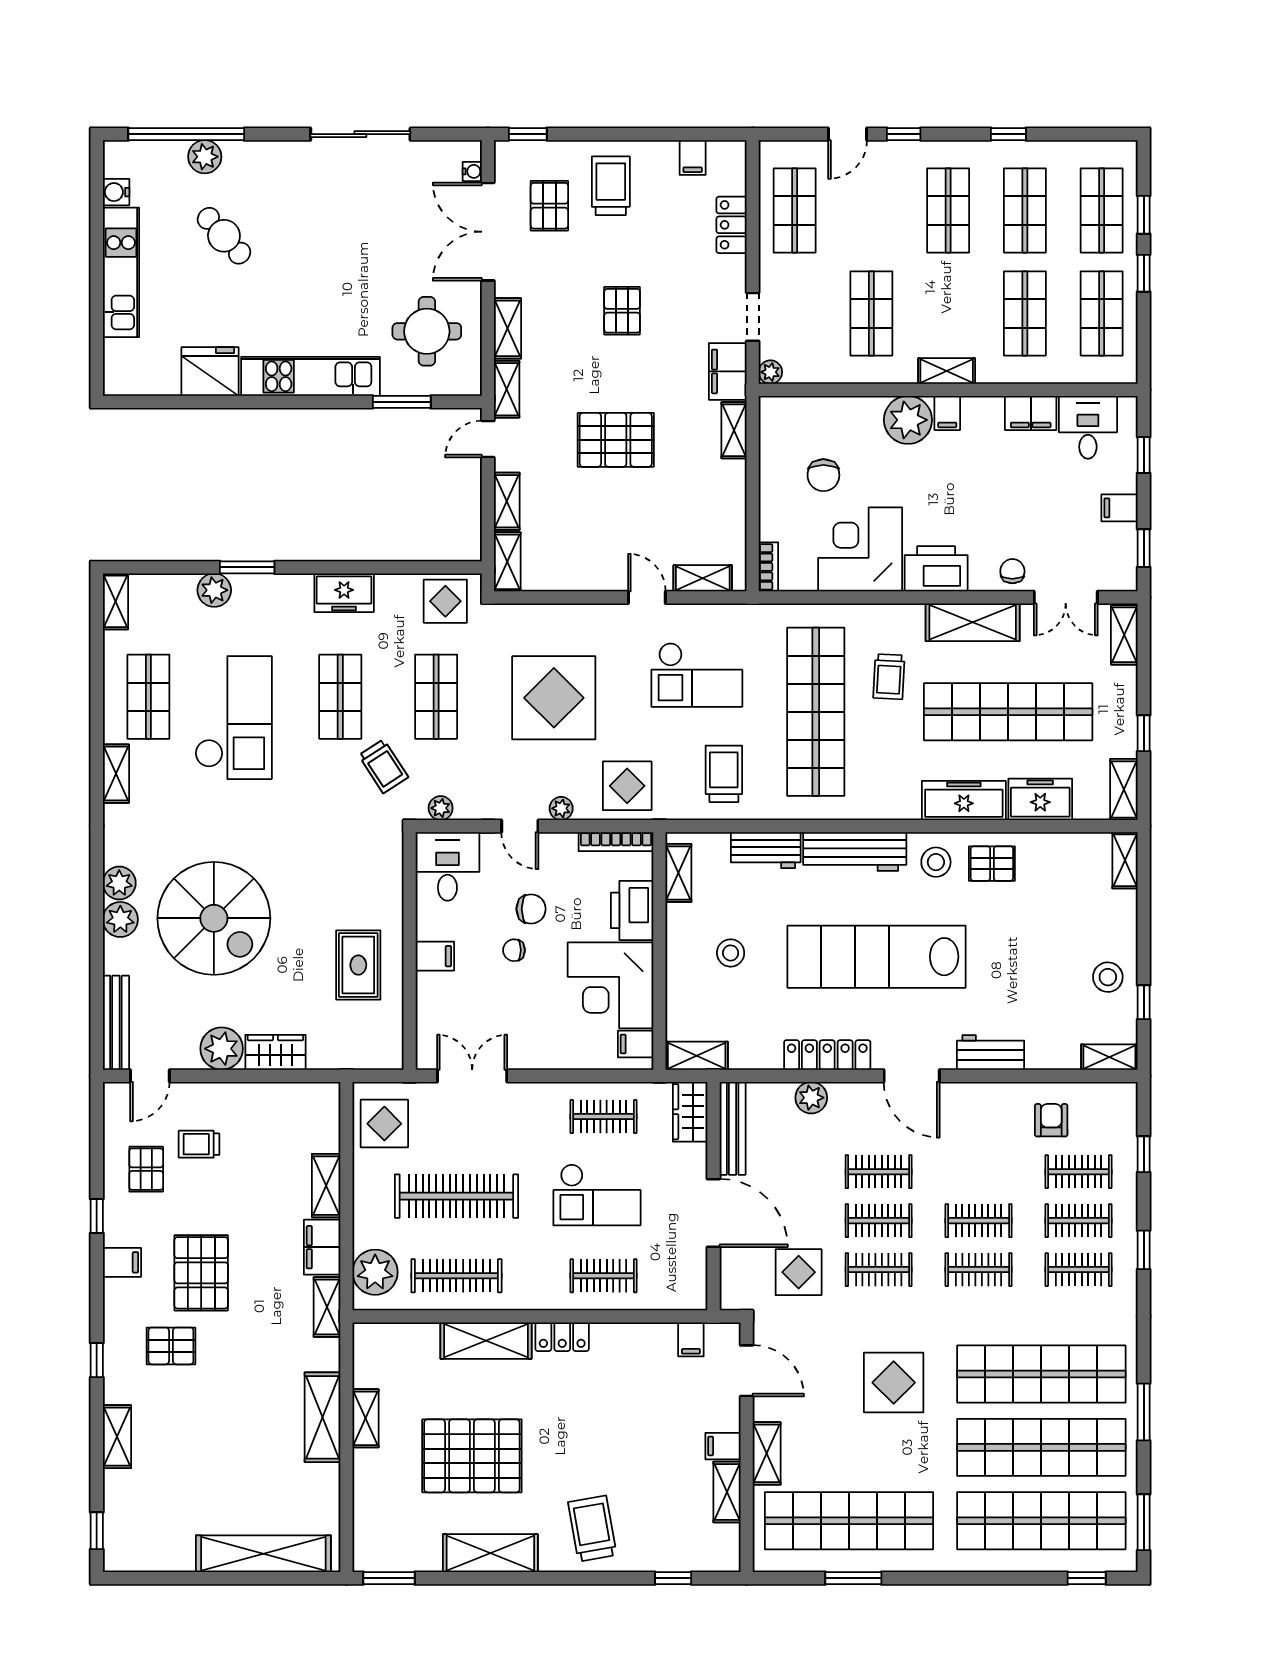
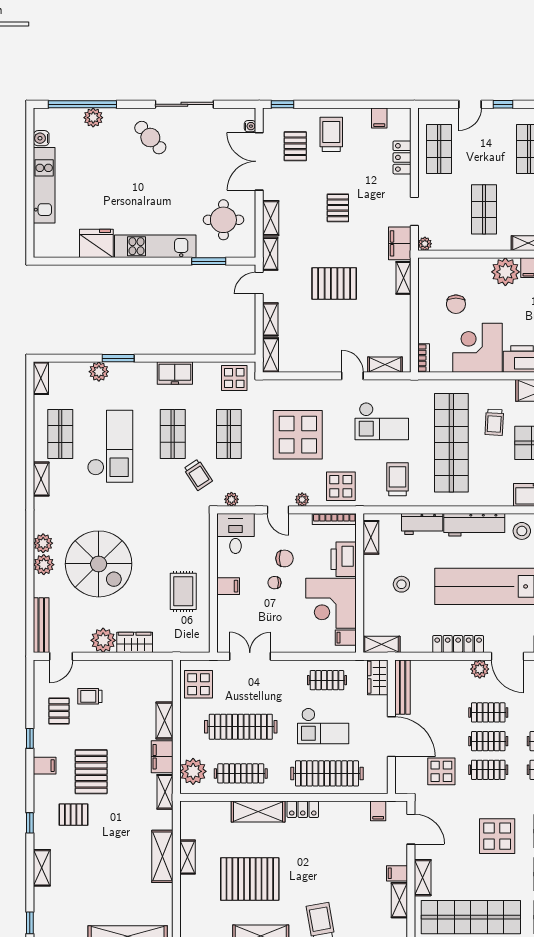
cafe table: (224, 236) -> (150, 138), moved
plant: (811, 1098) -> (480, 669), moved
clothes rail: (604, 1276) -> (327, 773), width x1.86, depth x1.31

